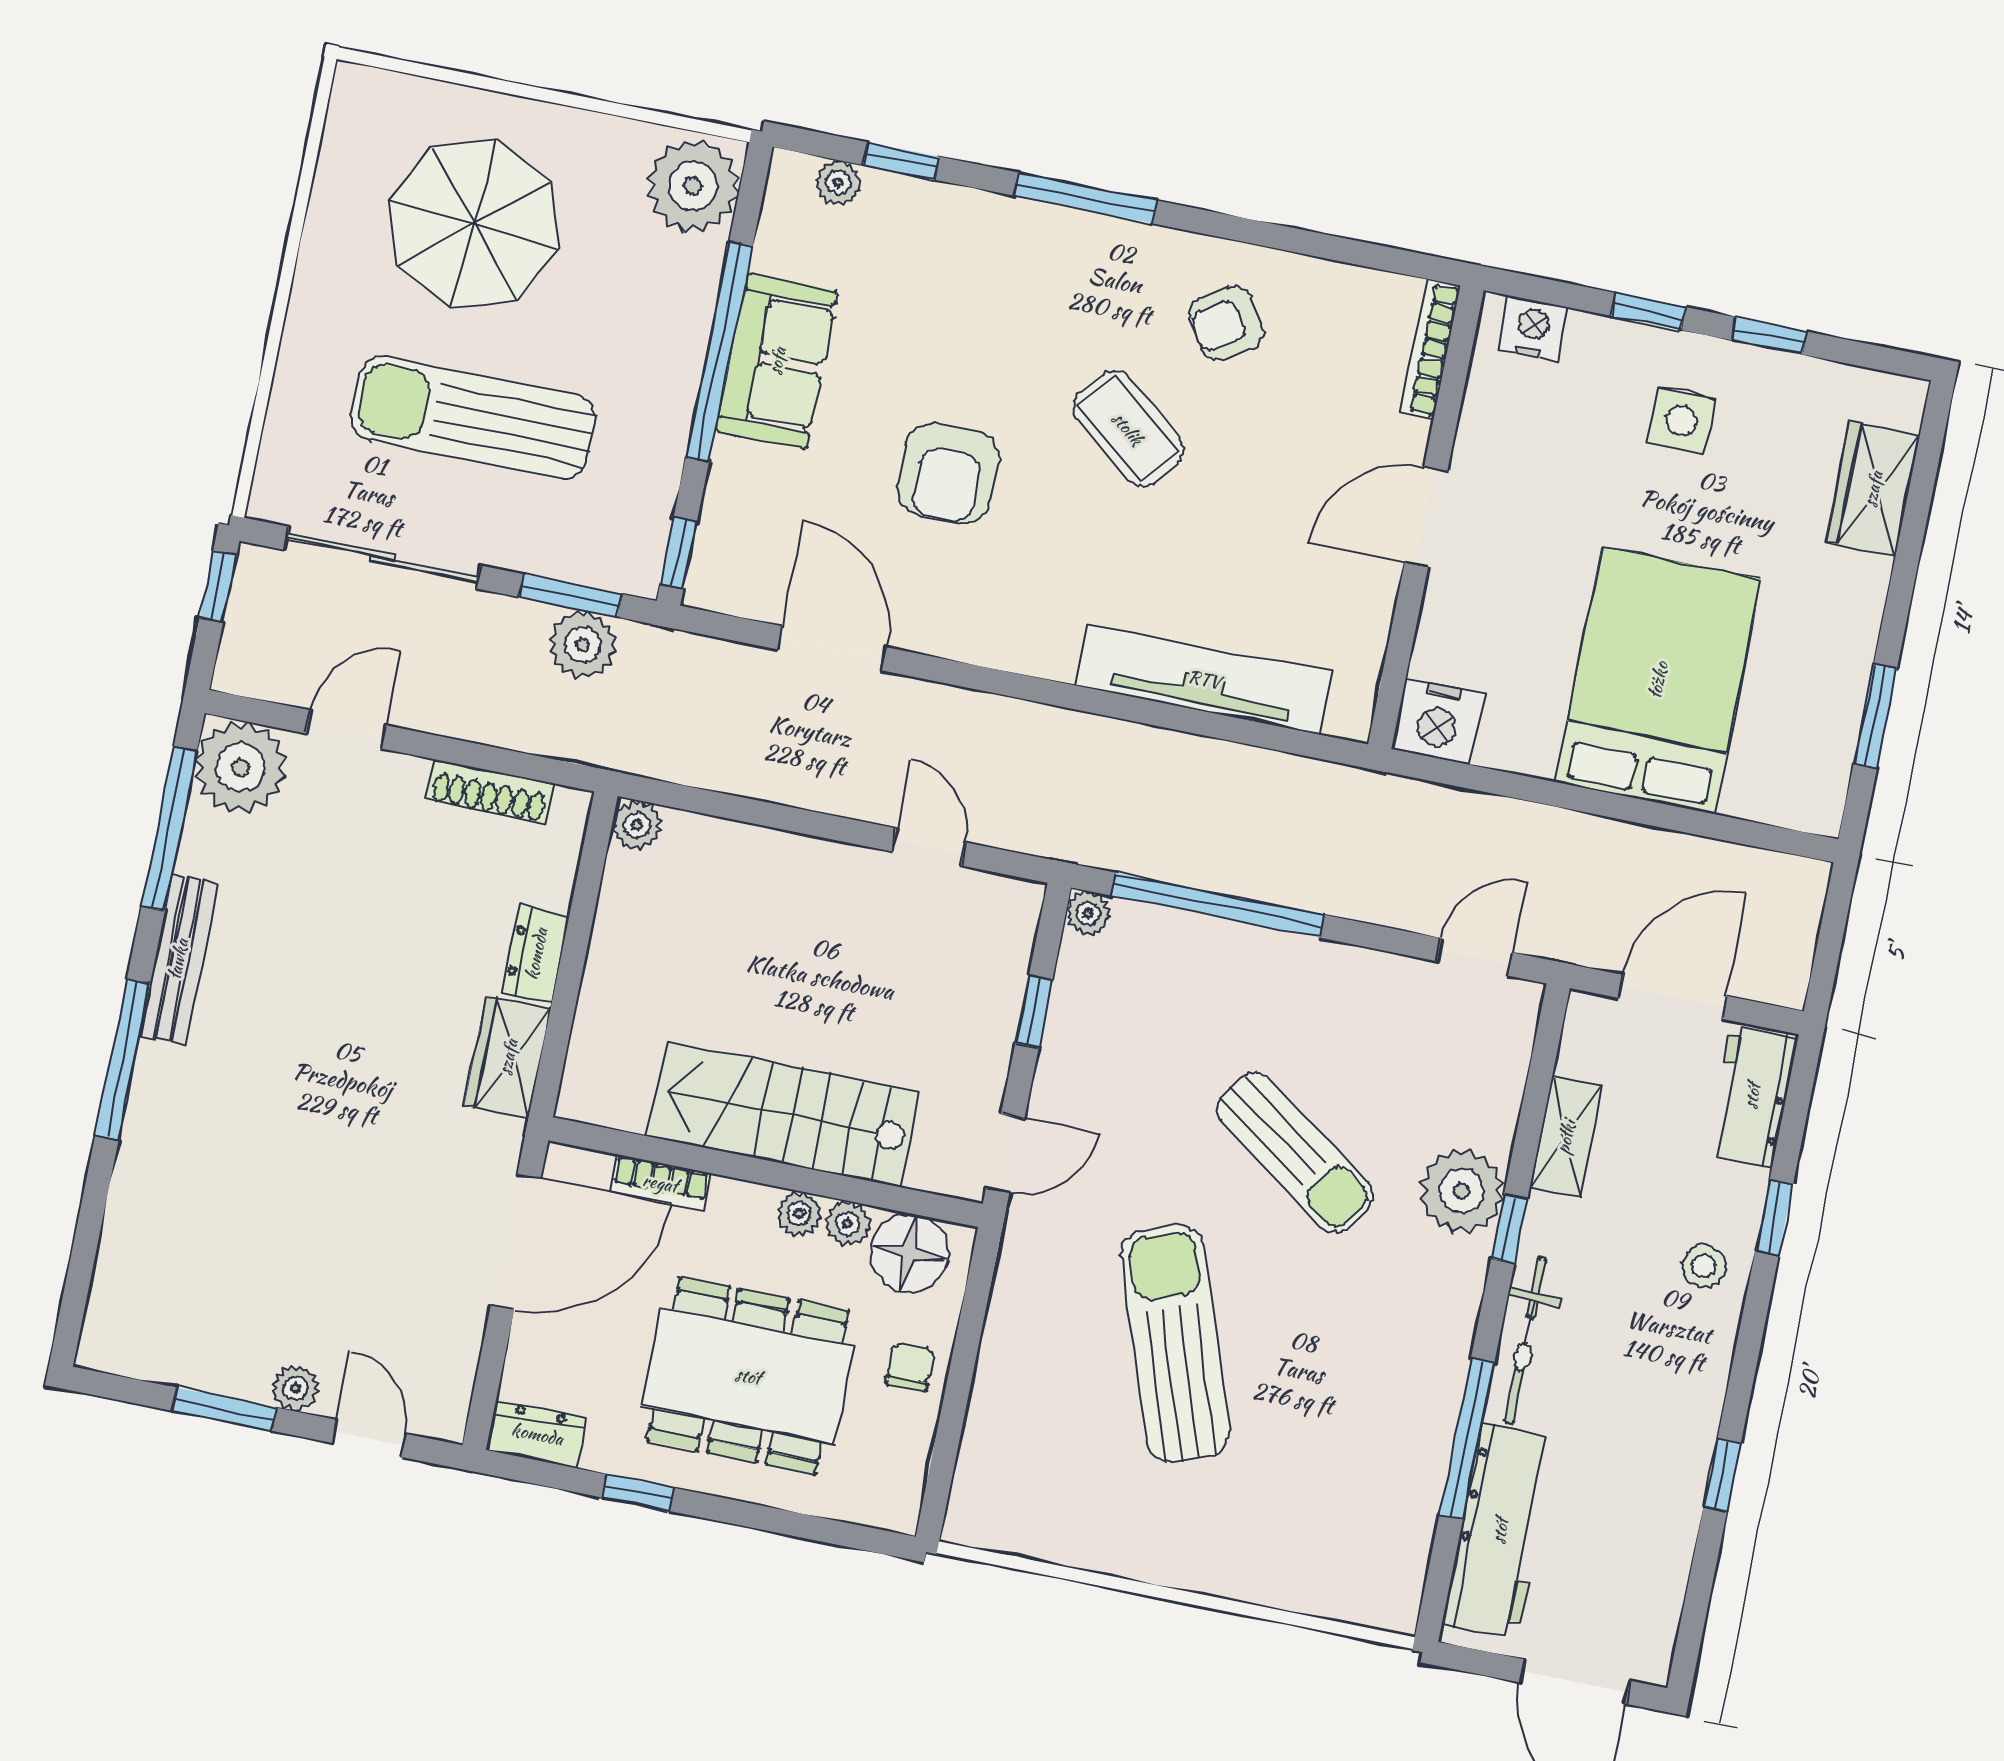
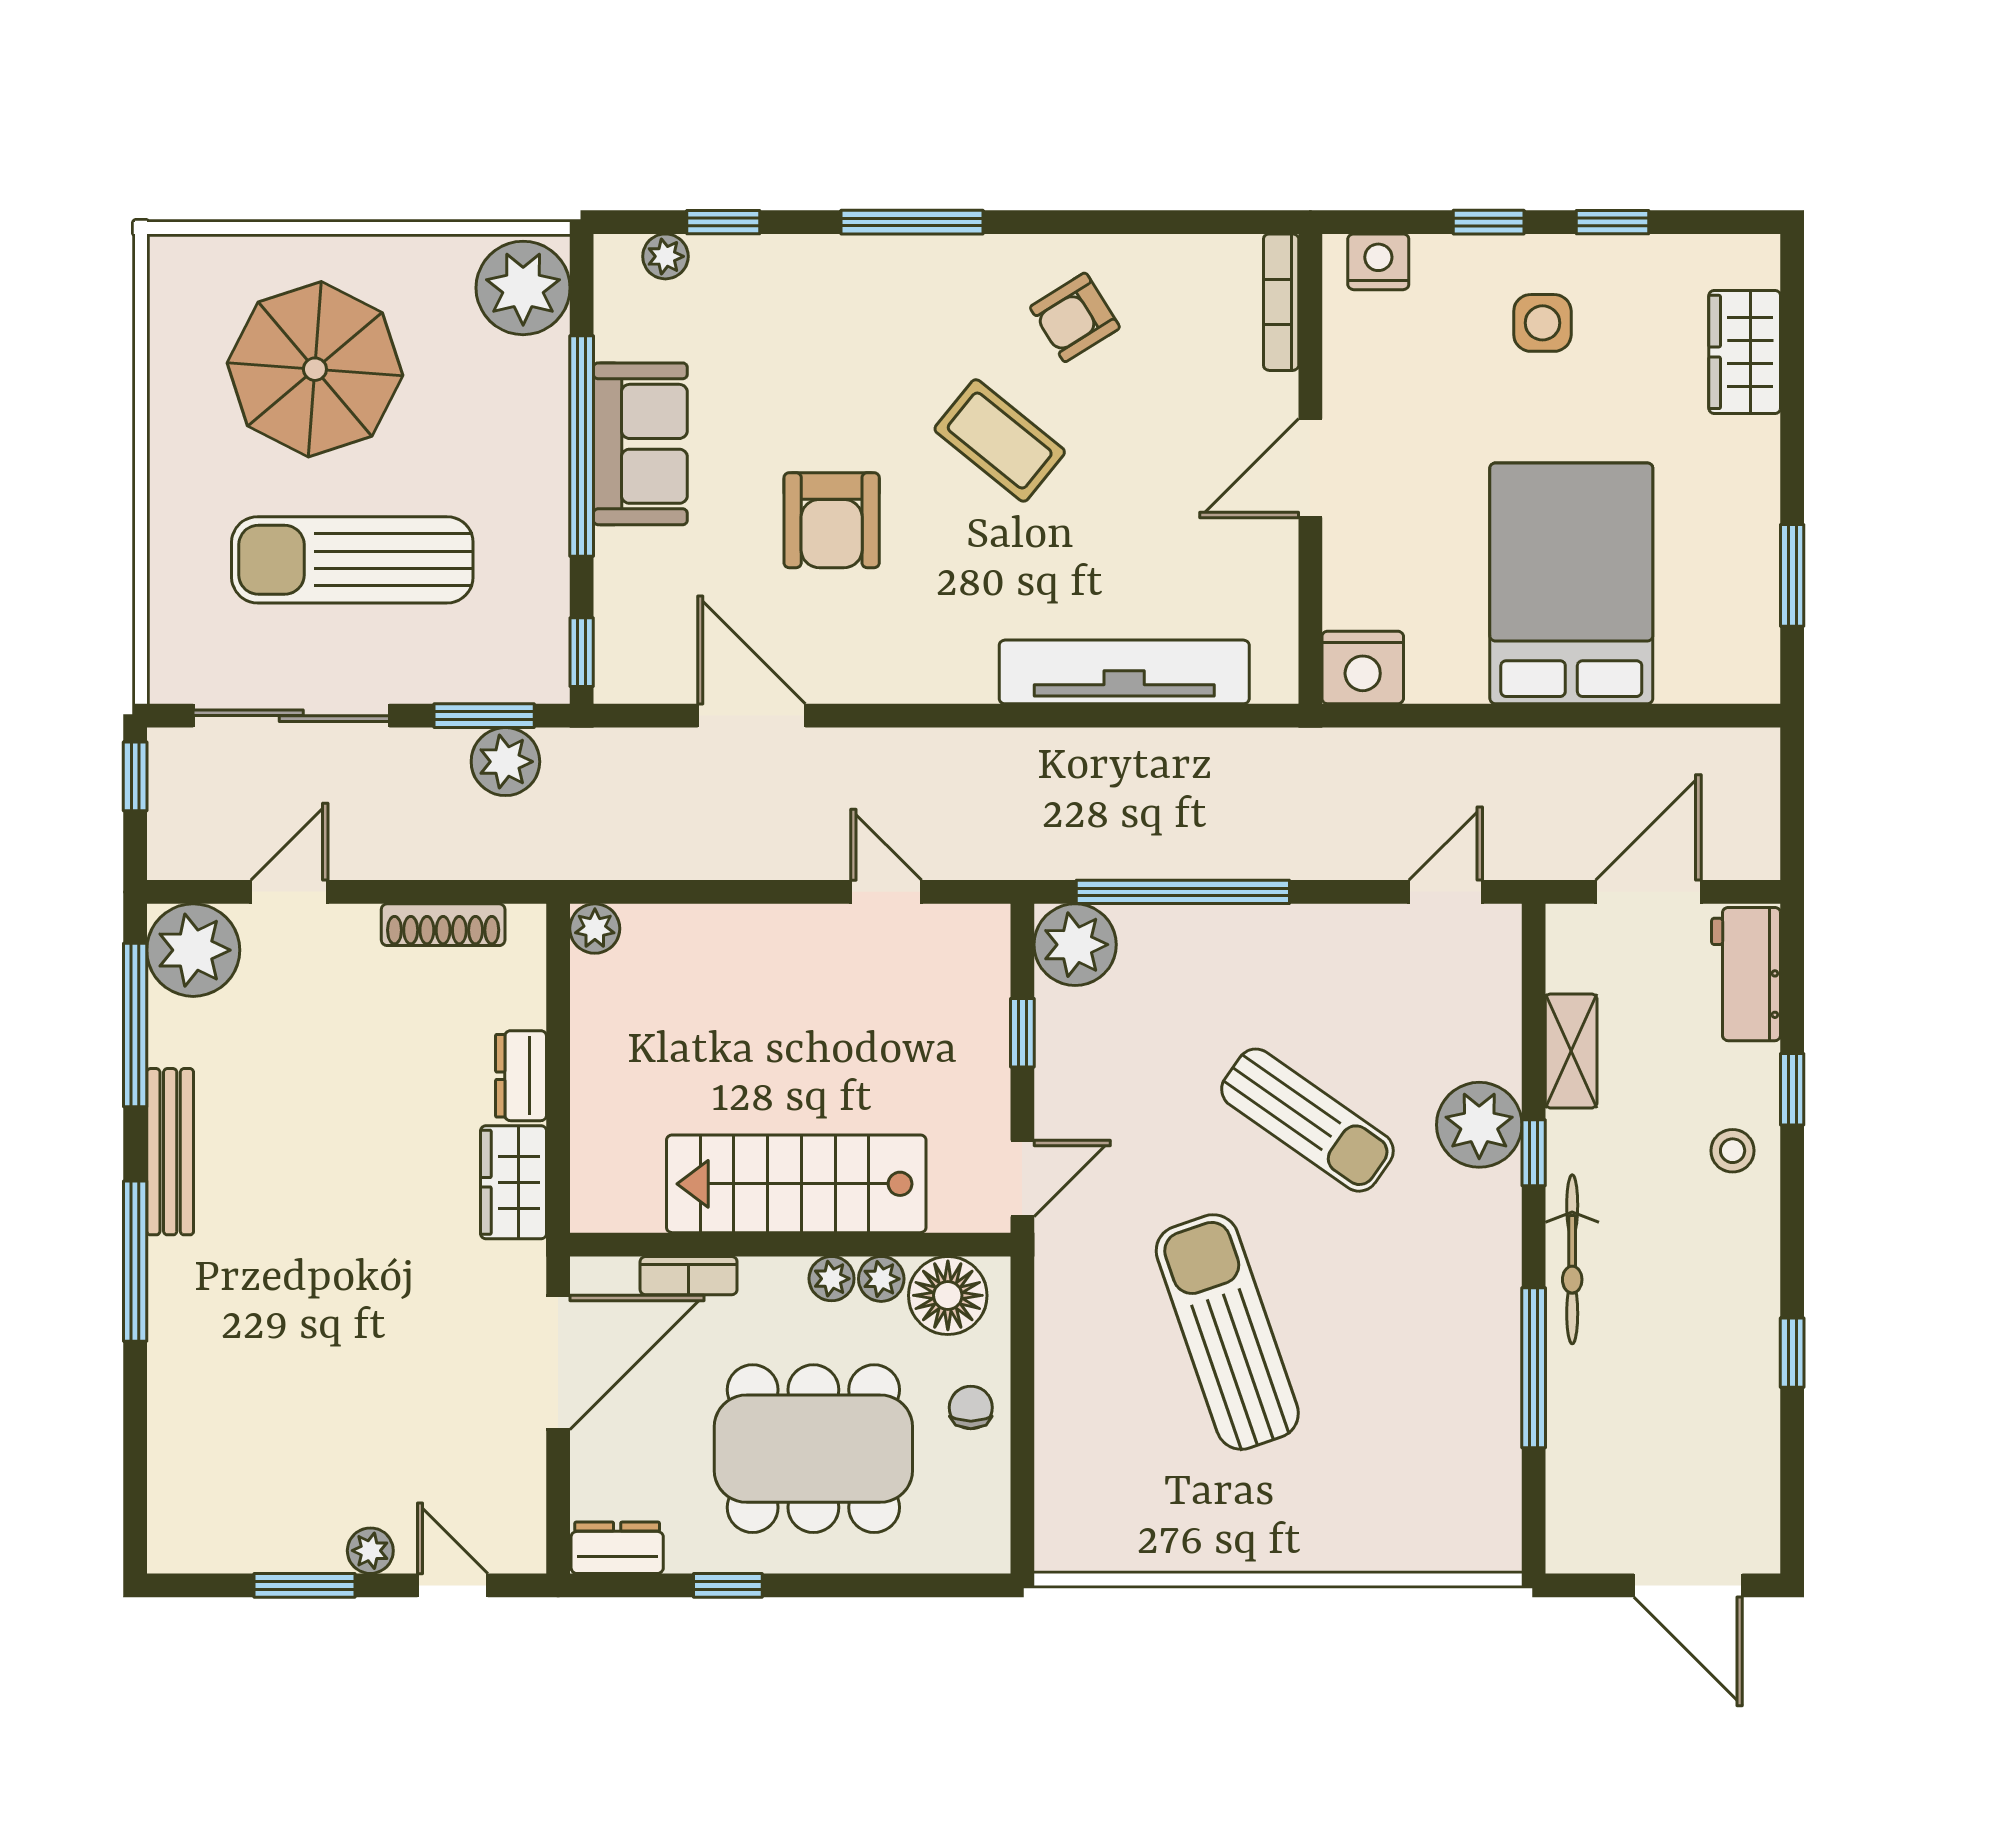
plant: (1088, 913) -> (1075, 945), width x1.87, depth x1.87
workbench: (1500, 1531) -> (1584, 1452), removed

